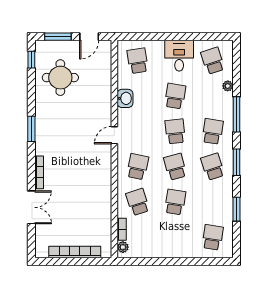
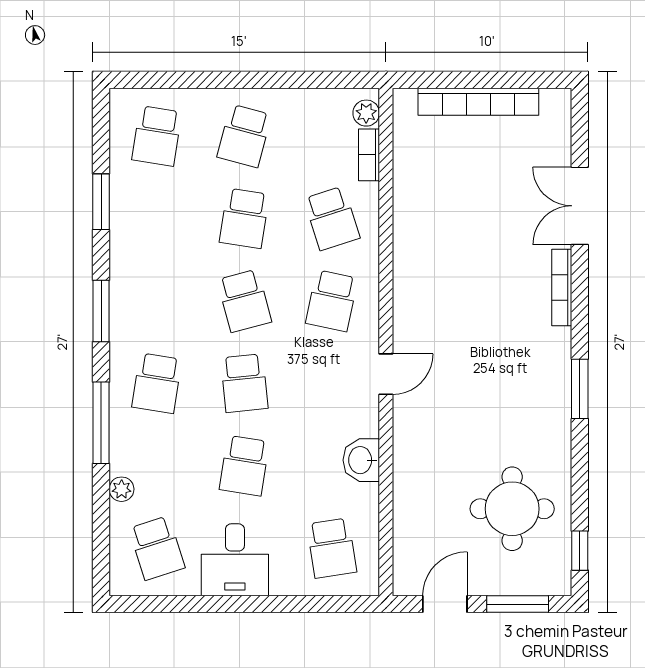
school desk: (213, 167) -> (244, 136), moved, turned 33

